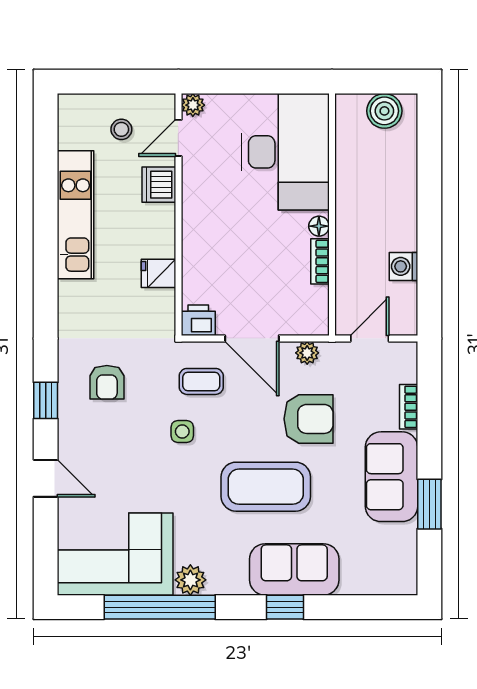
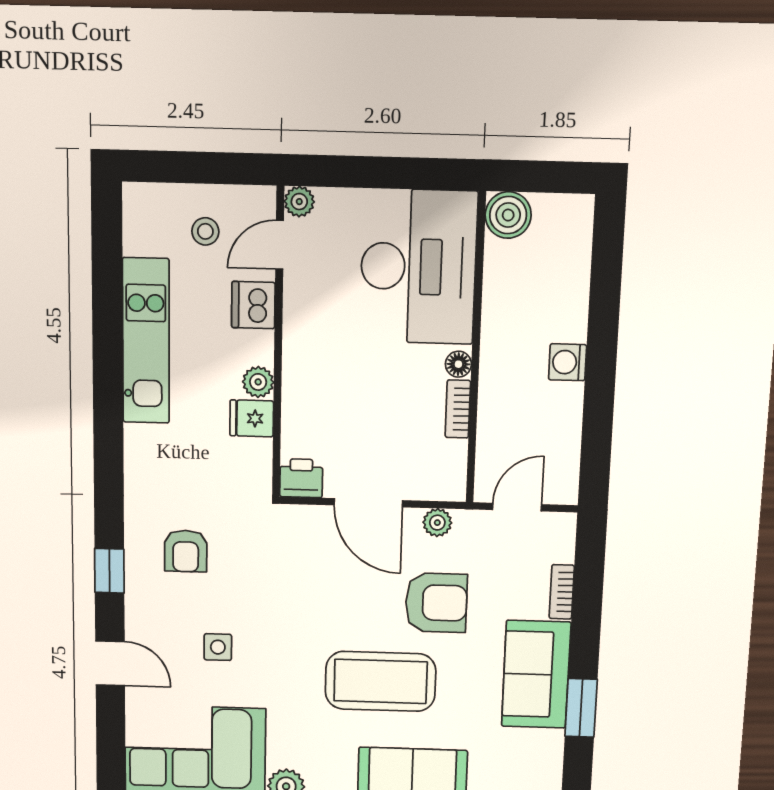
boiler: (384, 111) -> (508, 215), moved
plant: (163, 244) -> (258, 382), added
washing machine: (403, 266) -> (568, 362), moved
coffee table: (201, 381) -> (304, 553), removed
side table: (182, 431) -> (218, 647), moved

